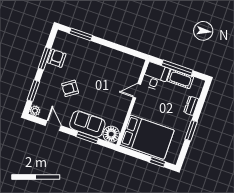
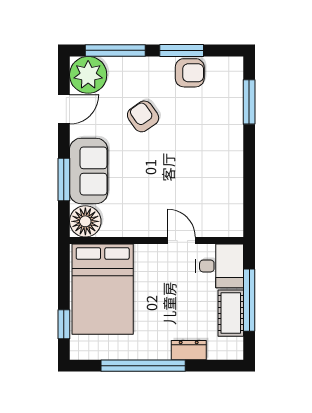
window: (33, 91) -> (115, 50), width x1.44
plant: (35, 111) -> (88, 75), width x1.88, depth x1.88
window: (191, 130) -> (143, 366), width x2.11

